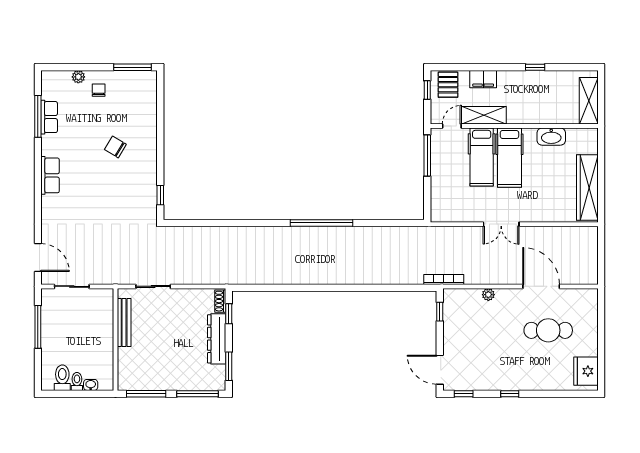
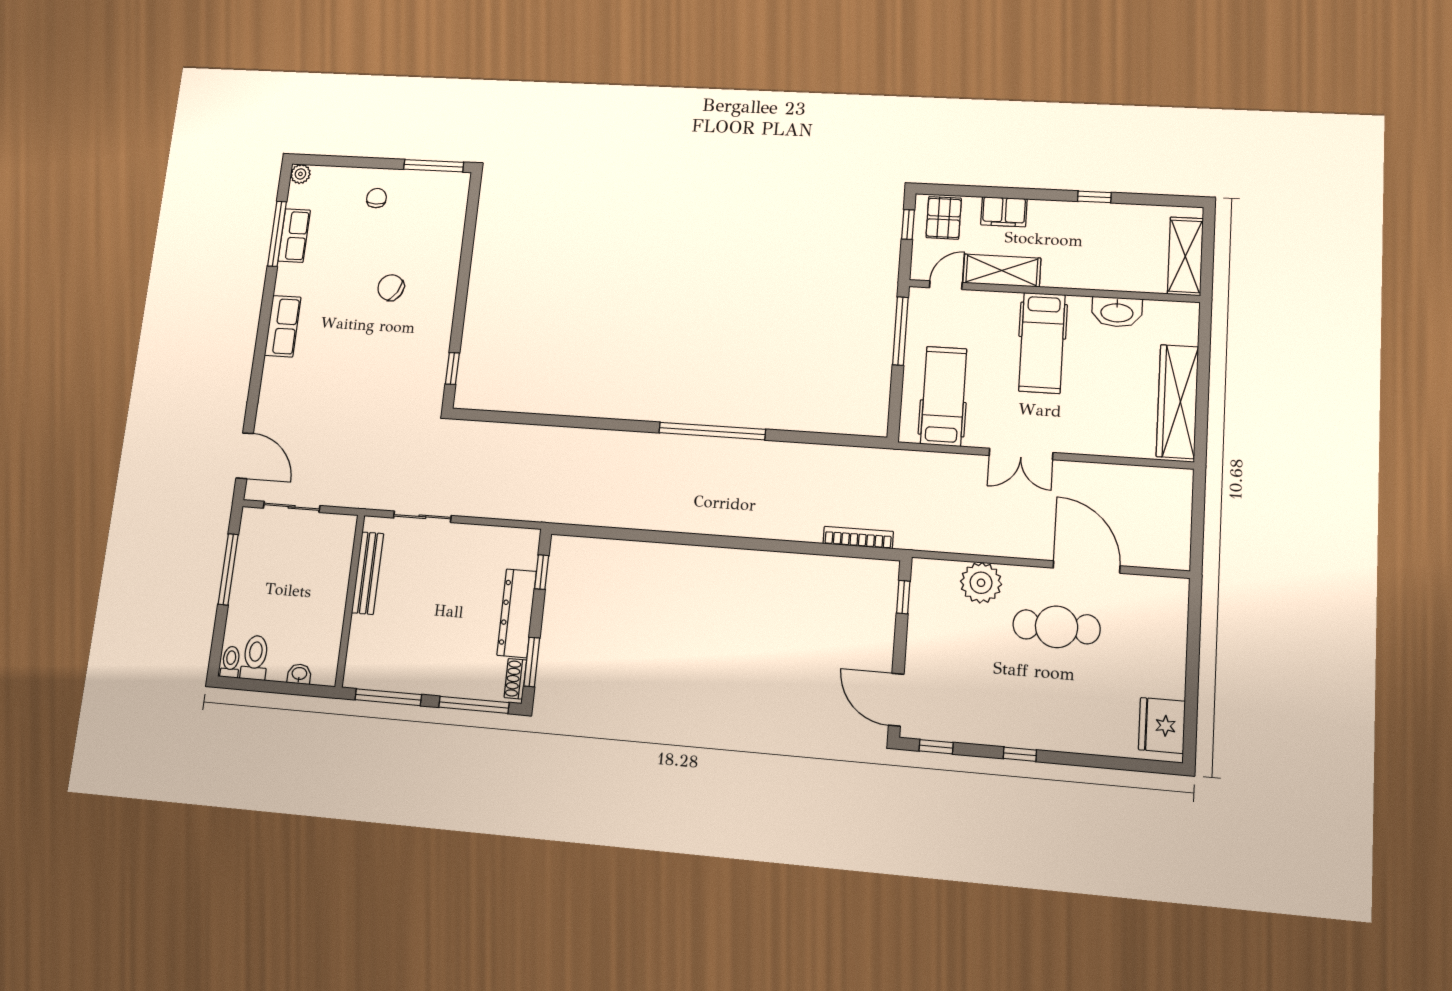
plant: (78, 77) -> (300, 174), moved
hospital bed: (482, 157) -> (944, 396), moved, turned 180
bookcase: (444, 280) -> (858, 538), moved
plant: (488, 295) -> (981, 583), width x1.88, depth x1.88
shoe rack: (220, 301) -> (515, 679), moved
cafe table: (548, 330) -> (1057, 627), moved
toilet: (77, 381) -> (231, 662), moved

